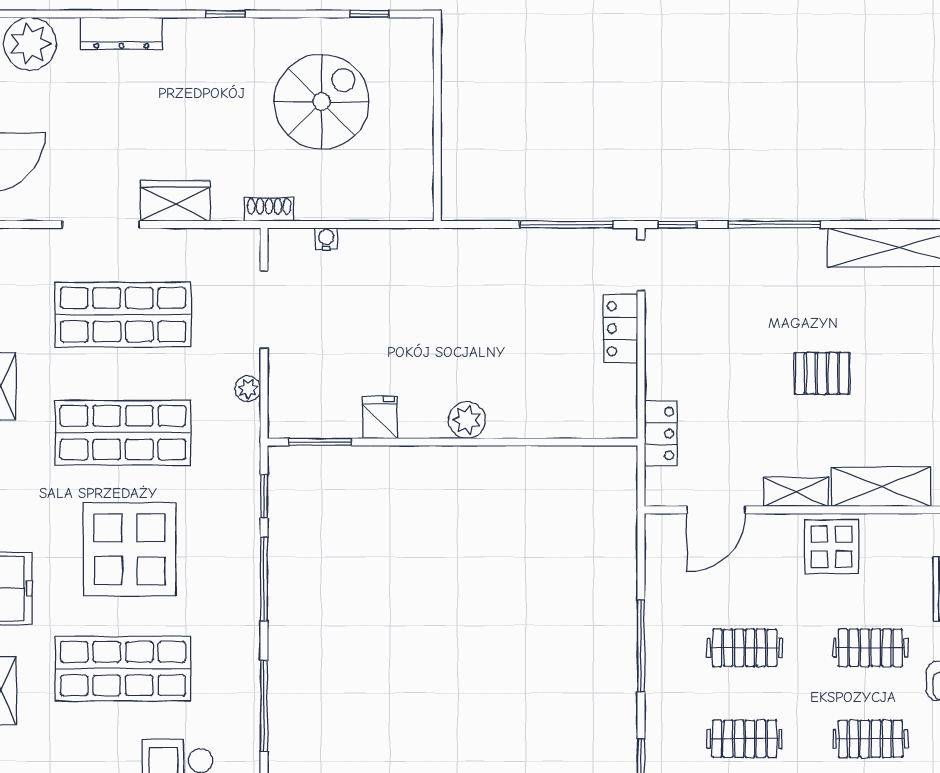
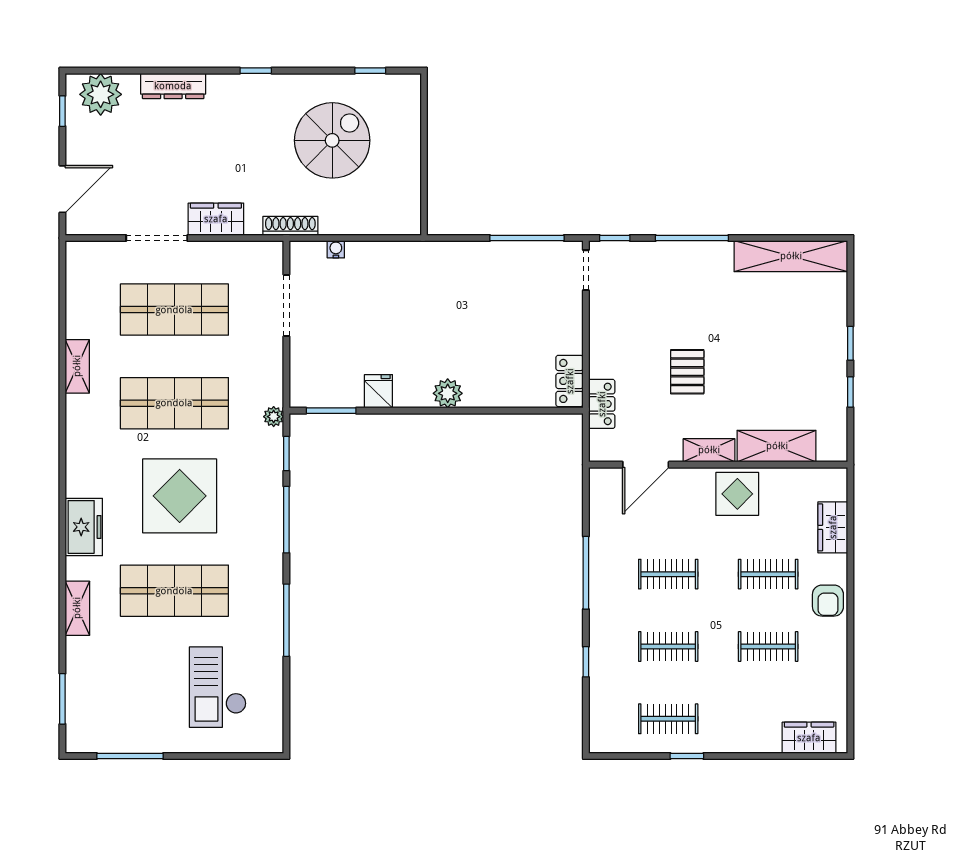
shoe rack: (269, 209) -> (290, 226), width x1.43
locker: (620, 329) -> (570, 381), moved
pallet: (822, 373) -> (687, 372), moved, turned 90
plant: (248, 389) -> (274, 417), moved

